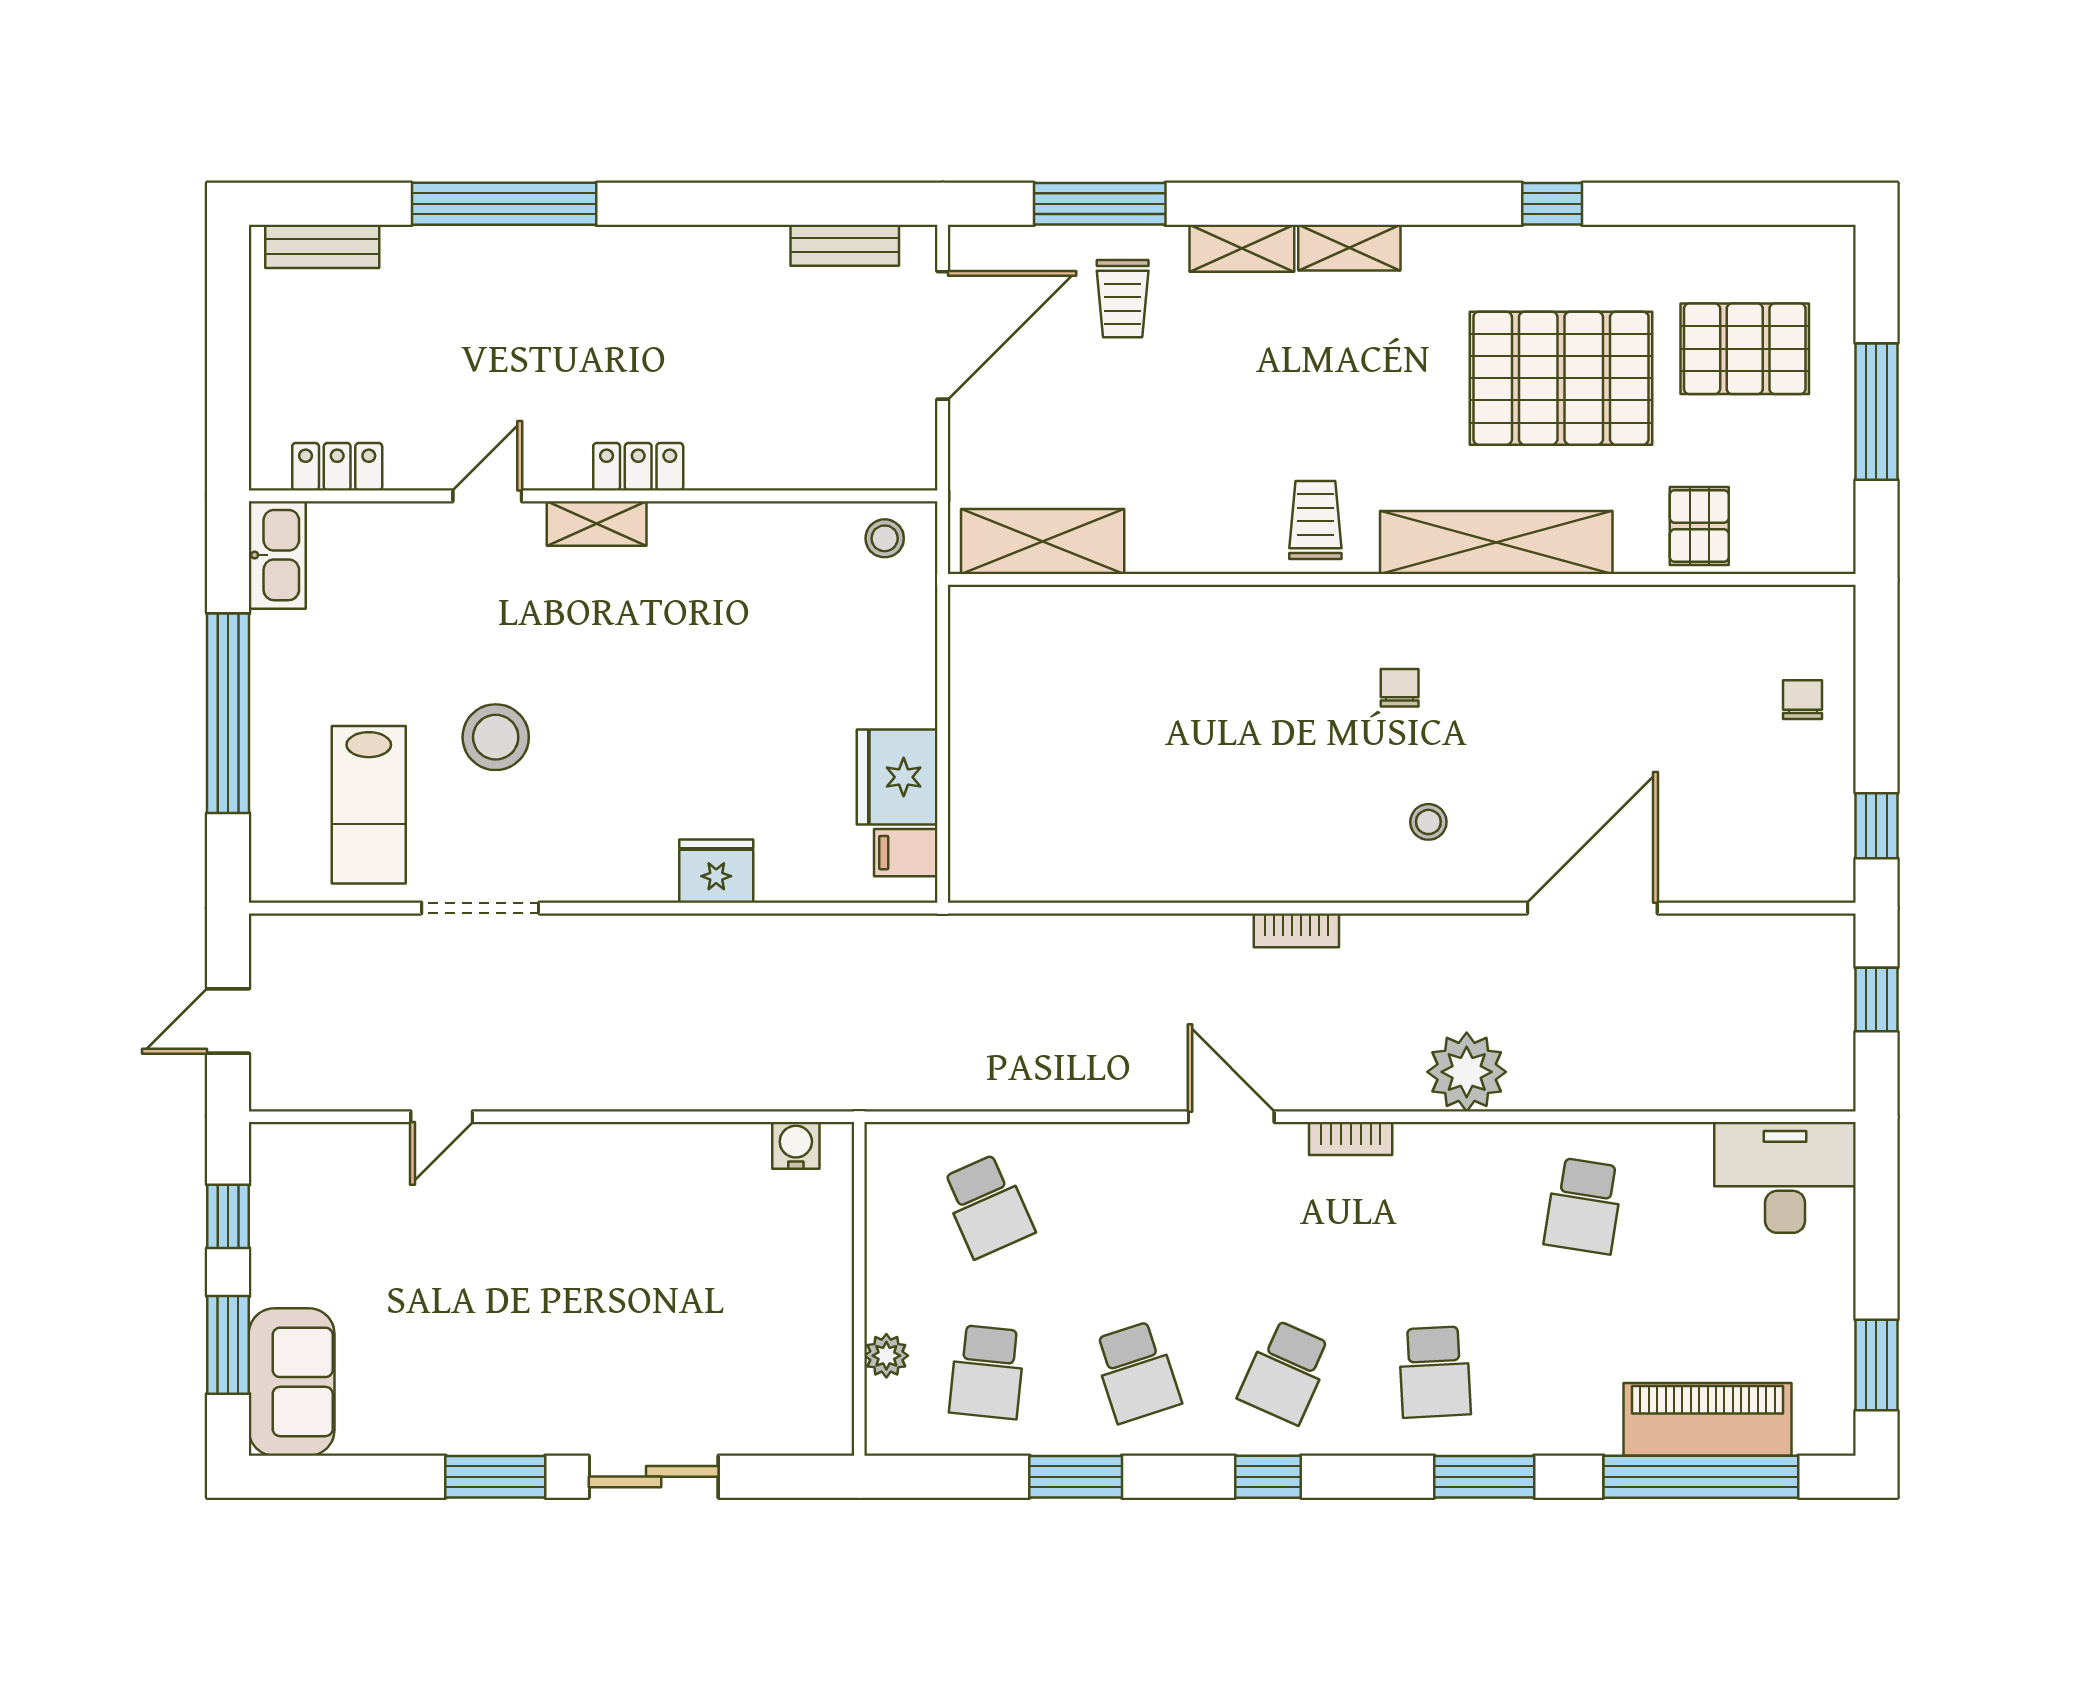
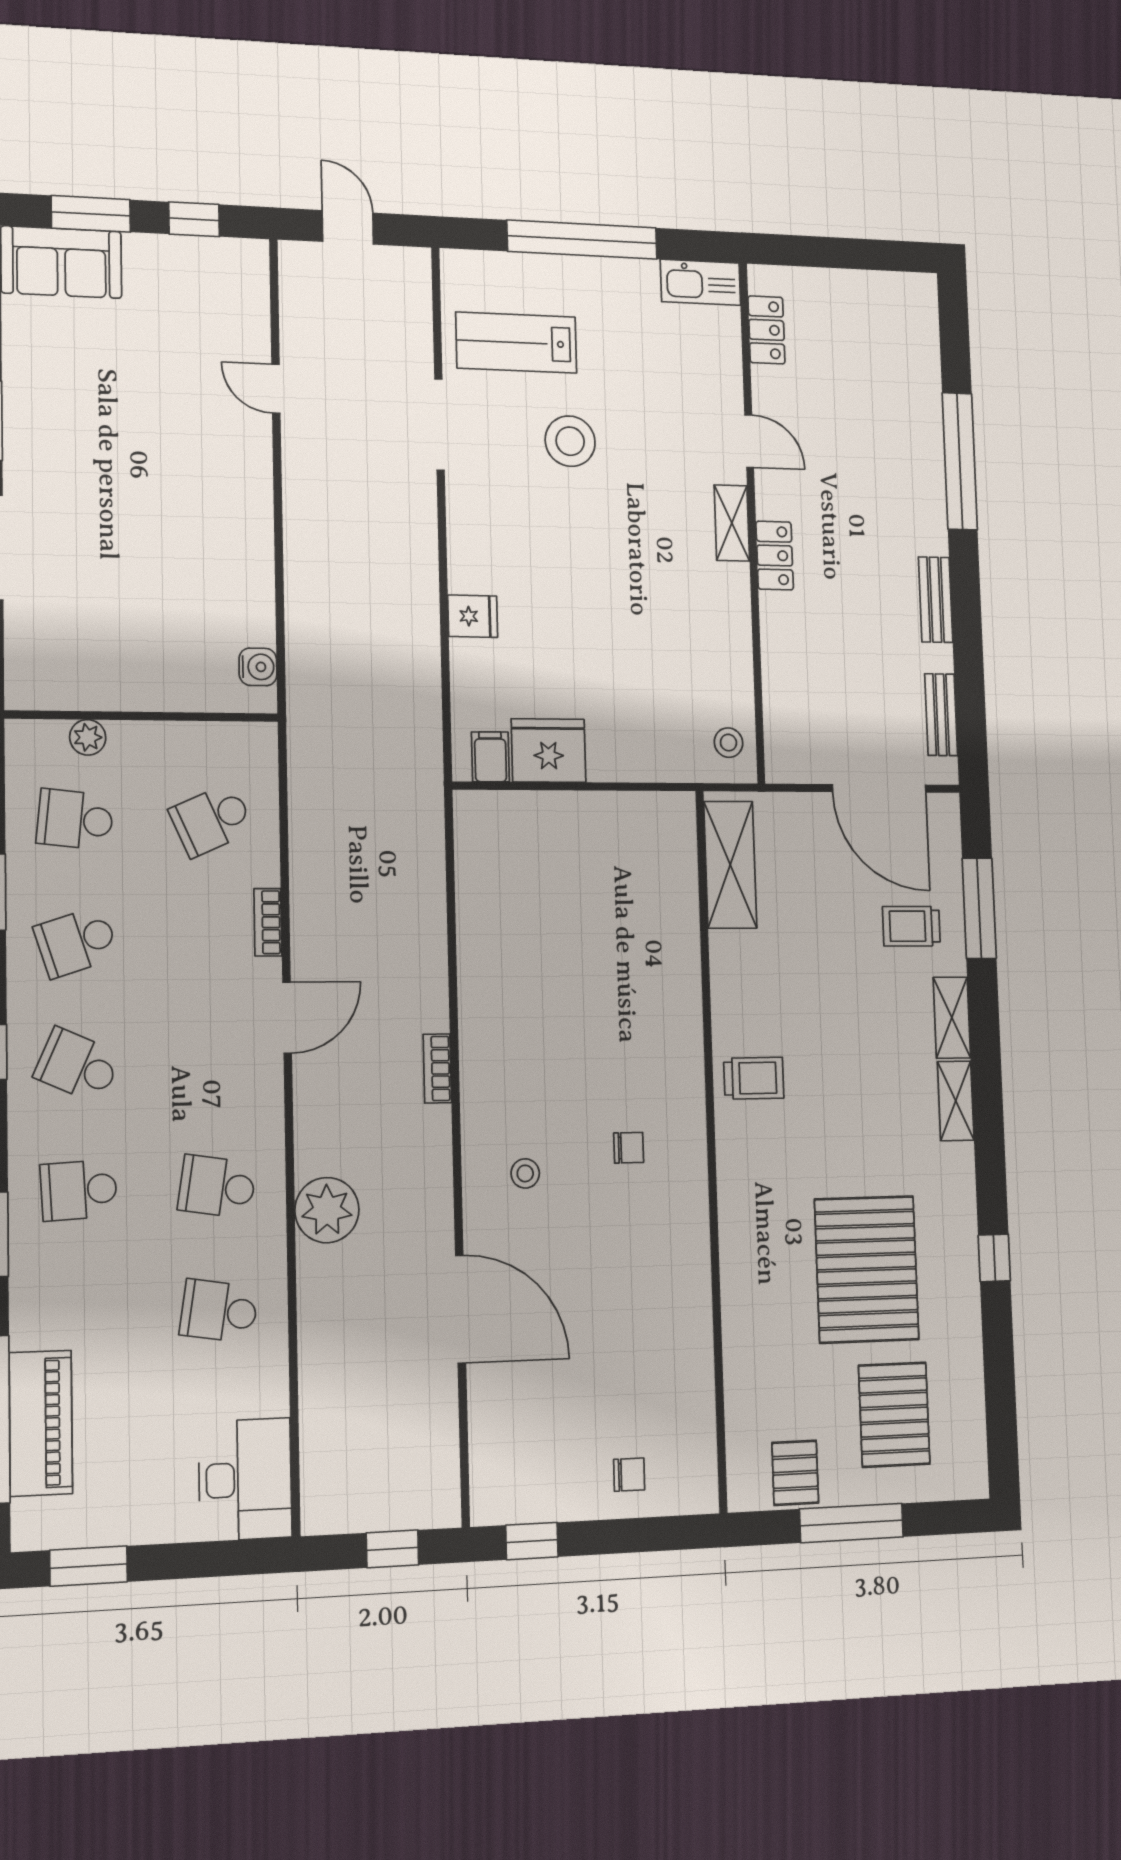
bench: (322, 246) -> (936, 600), moved
pallet: (1699, 526) -> (795, 1473), moved, turned 90
shelving: (1496, 543) -> (742, 1222), removed
fridge: (716, 871) -> (473, 616), width x0.72
bookcase: (1351, 1139) -> (268, 922), moved
school desk: (1435, 1206) -> (217, 1187), added

